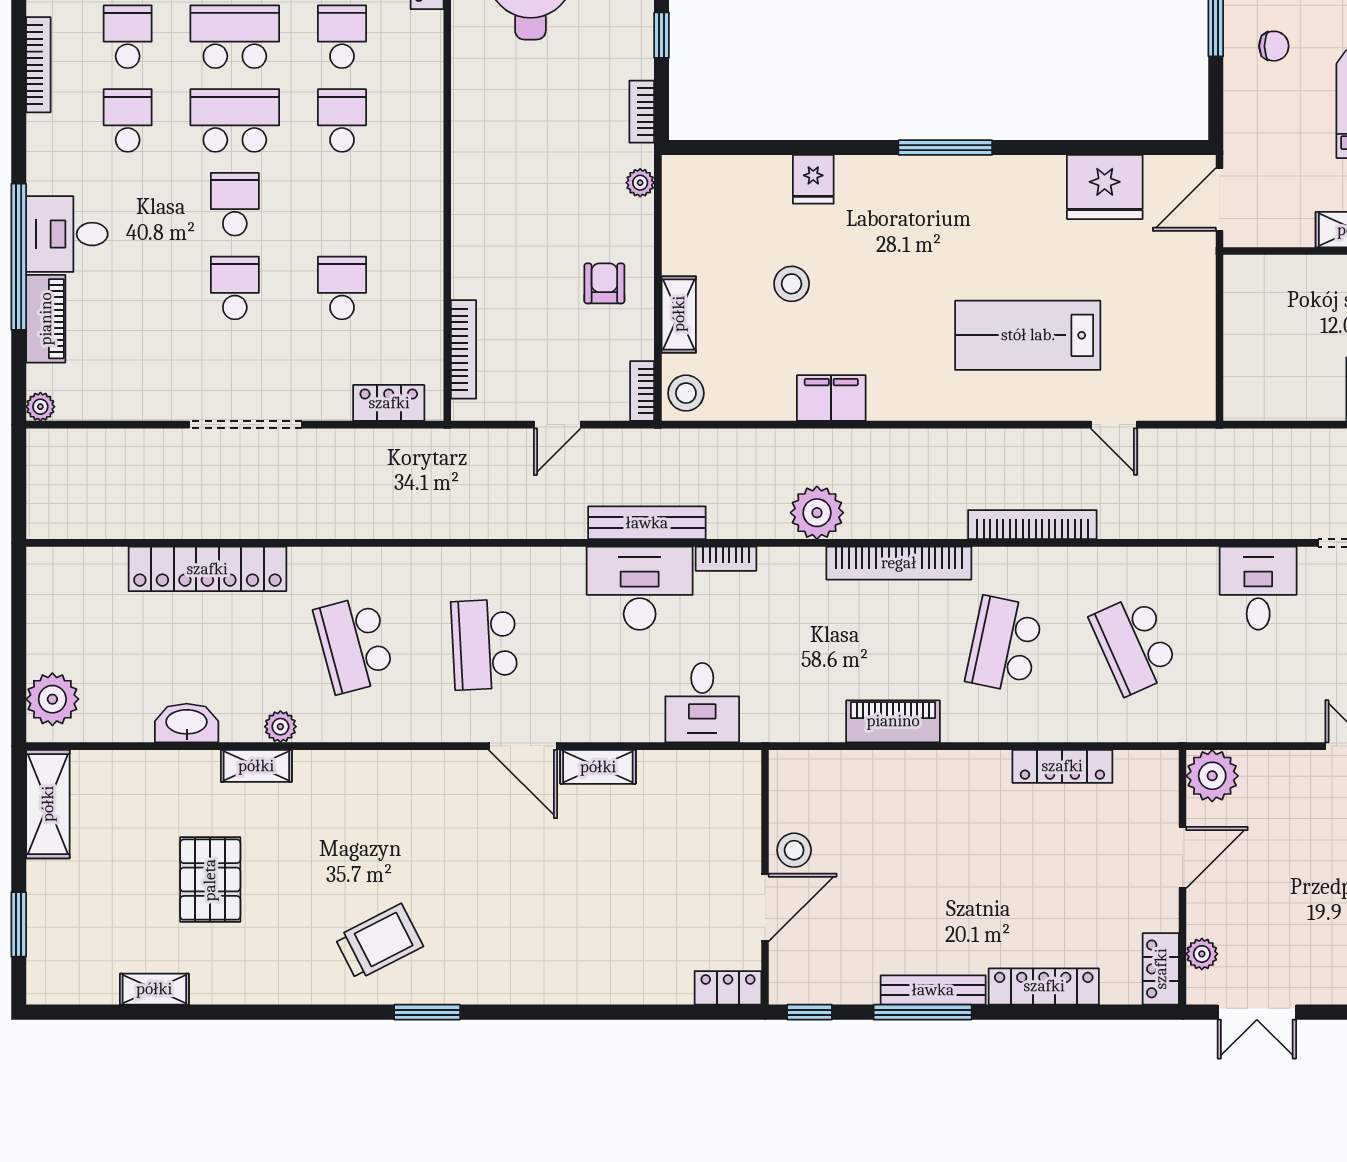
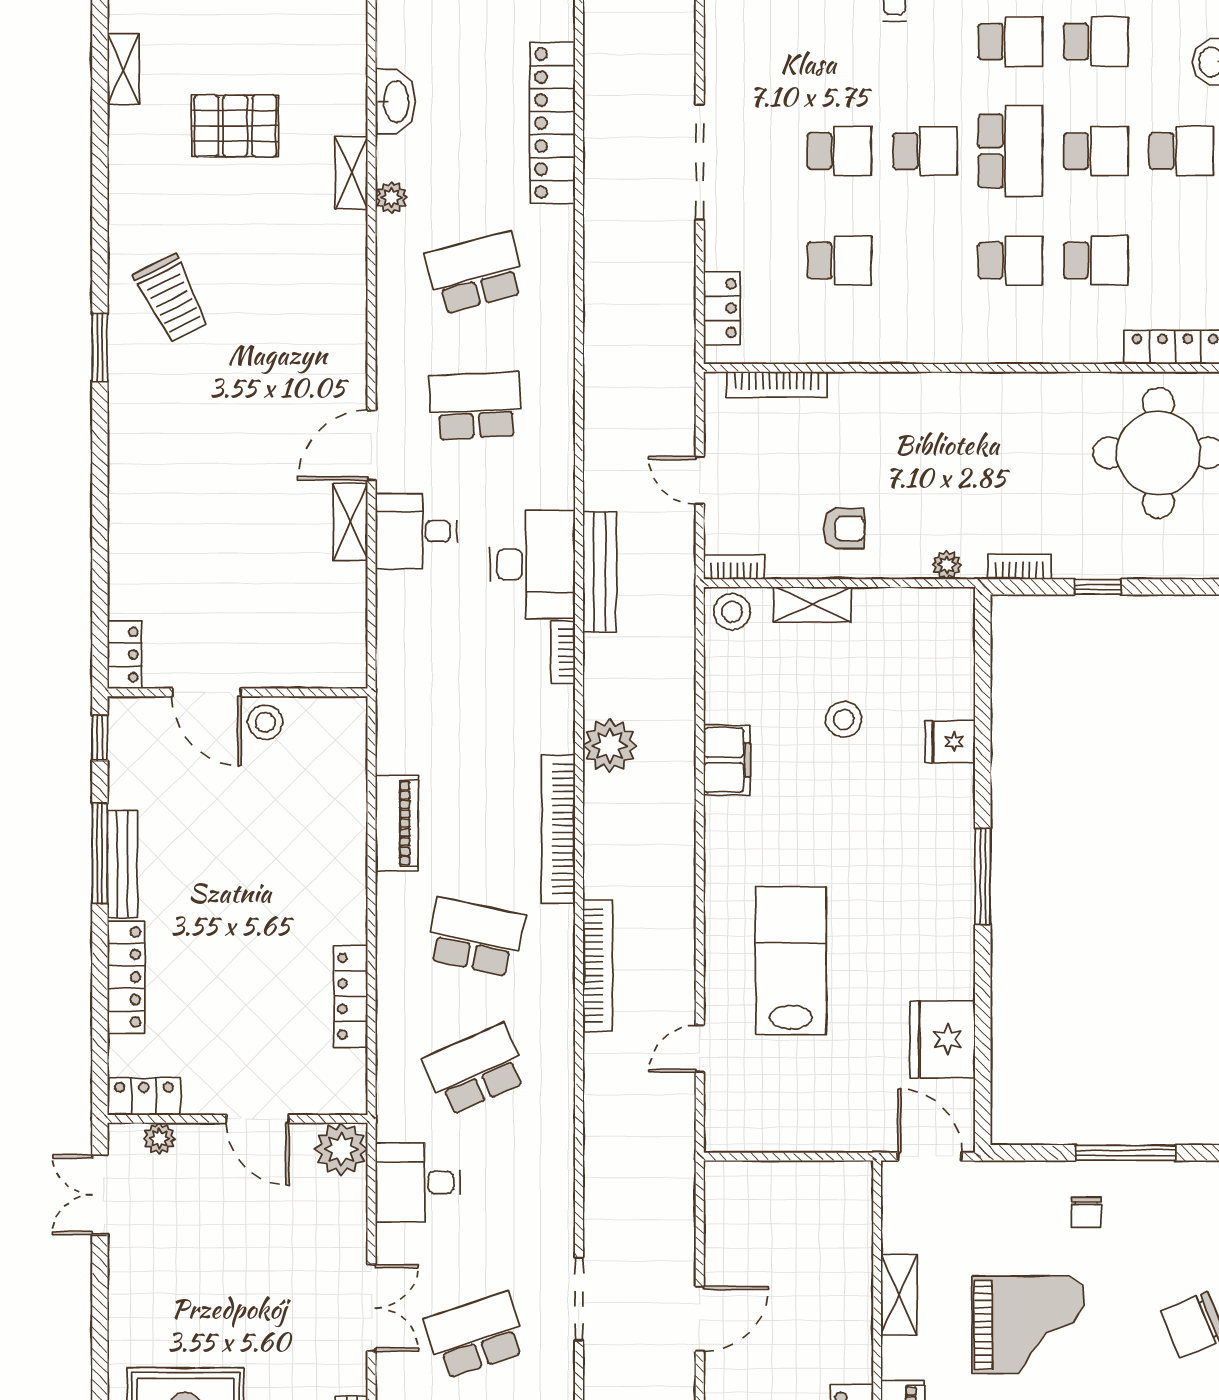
school desk: (235, 37) -> (1096, 151), width x0.54
desk: (1258, 588) -> (418, 1182), moved, turned 180
desk: (702, 703) -> (416, 531), moved

